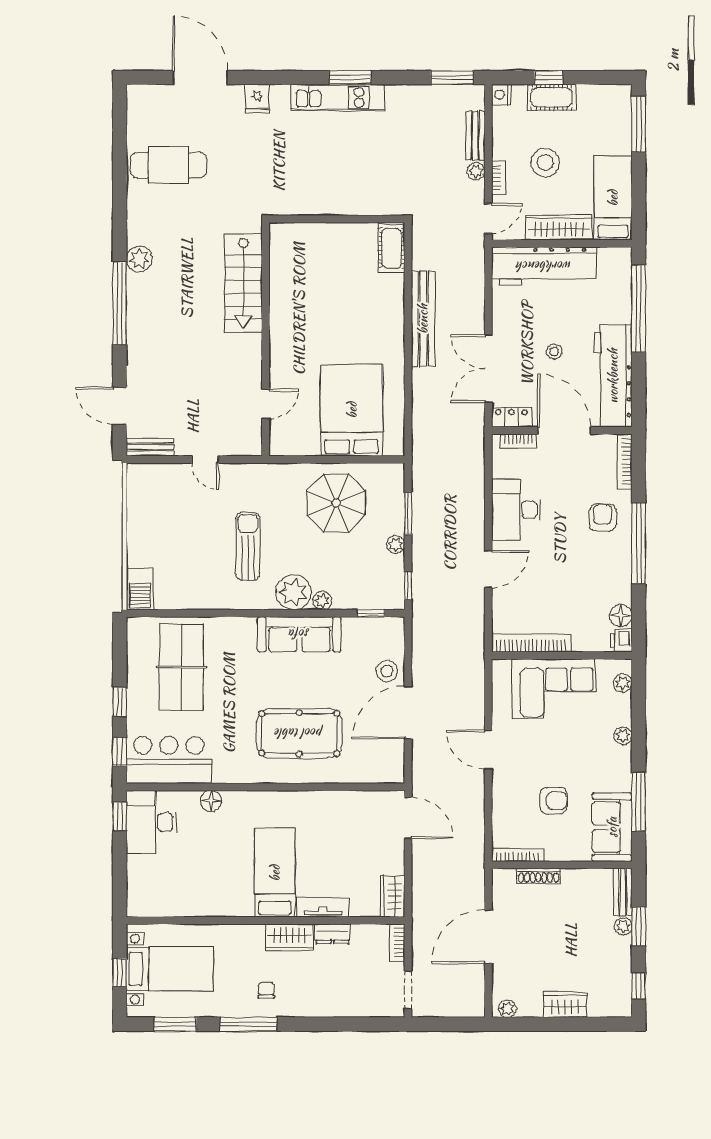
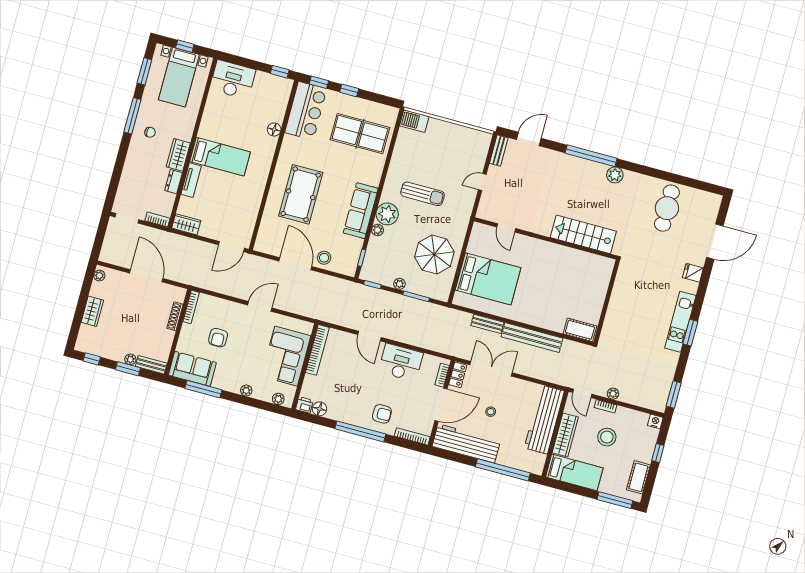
cot: (552, 97) -> (638, 477), moved
bench: (475, 136) -> (487, 324), moved
desk: (151, 822) -> (233, 80), moved

